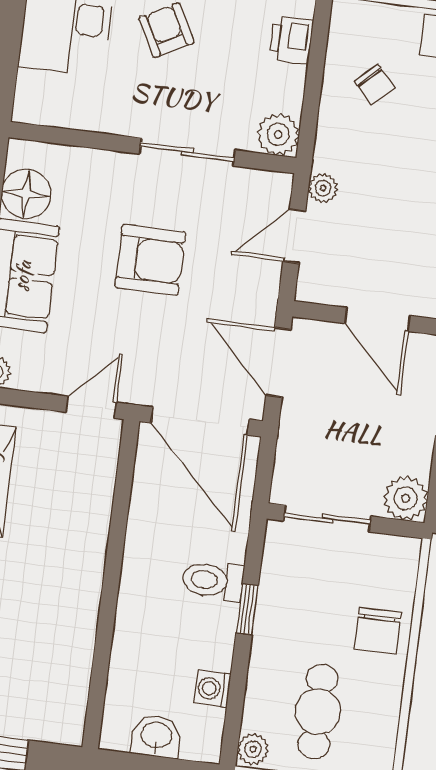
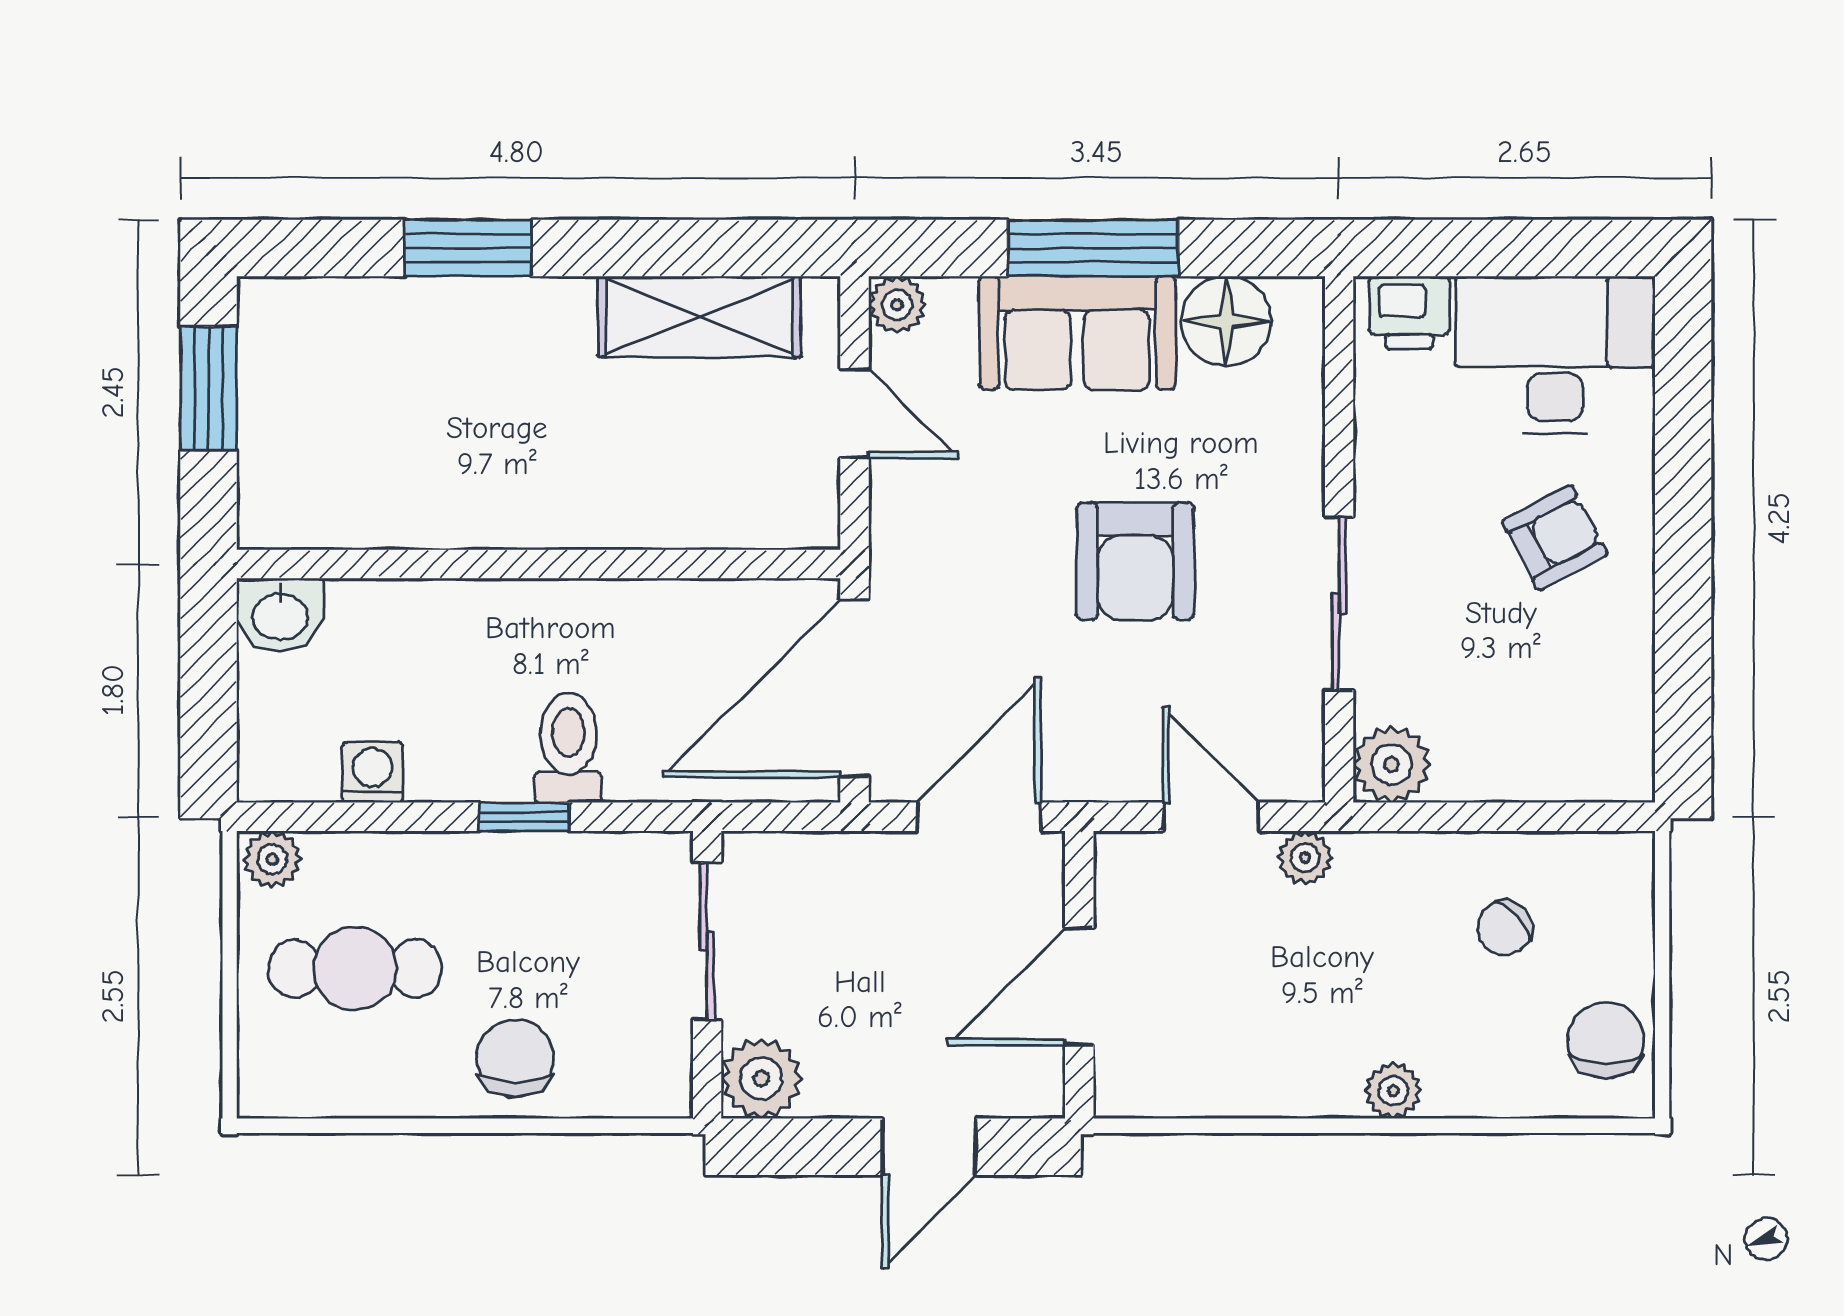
printer: (291, 40) -> (1409, 313), moved, turned 180
door: (91, 407) -> (855, 413), moved
chair: (378, 631) -> (515, 1058), turned 90
washbasin: (156, 736) -> (280, 615), moved, turned 90

